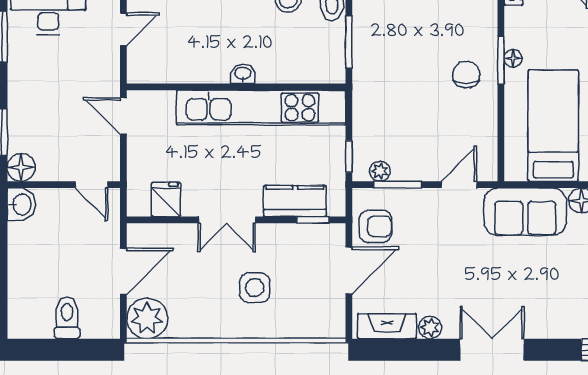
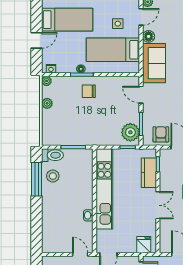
door: (123, 29) -> (80, 254), moved
washbasin: (243, 74) -> (88, 215), moved
plant: (380, 171) -> (130, 132), width x1.87, depth x1.87
fridge: (166, 199) -> (144, 245), moved, turned 90

